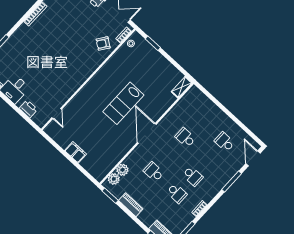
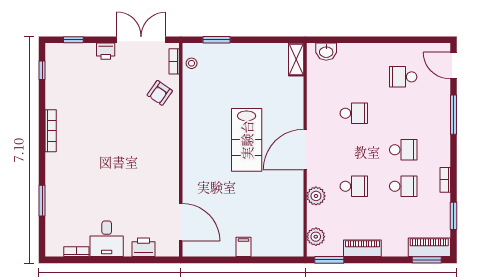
washbasin: (199, 97) -> (326, 52), added
door: (57, 113) -> (181, 222), width x1.88
door: (147, 133) -> (305, 150), hinge flipped
school desk: (185, 138) -> (354, 113), turned 180
filing cabinet: (75, 152) -> (244, 247), width x0.50
plant: (122, 170) -> (316, 196), moved
school desk: (154, 172) -> (354, 186), turned 180

